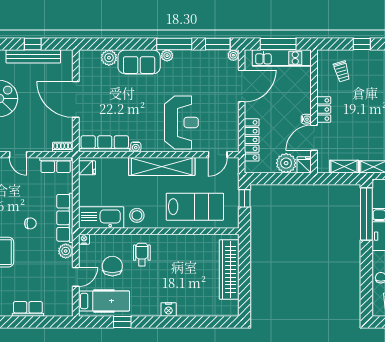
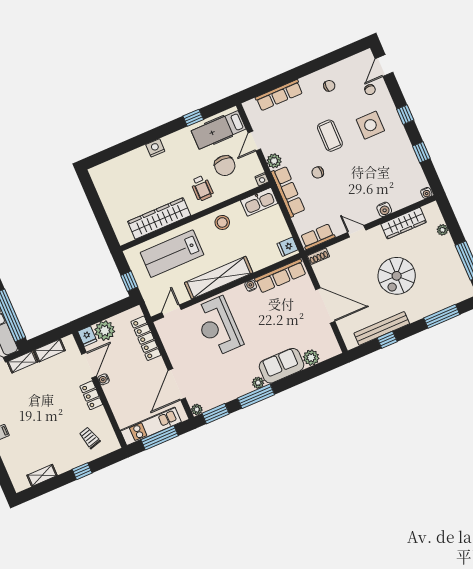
kitchen sink: (101, 218) -> (259, 202), width x0.73, depth x0.81
wardrobe: (229, 269) -> (159, 218), moved, turned -90
row of seats: (28, 309) -> (279, 95), width x1.48

